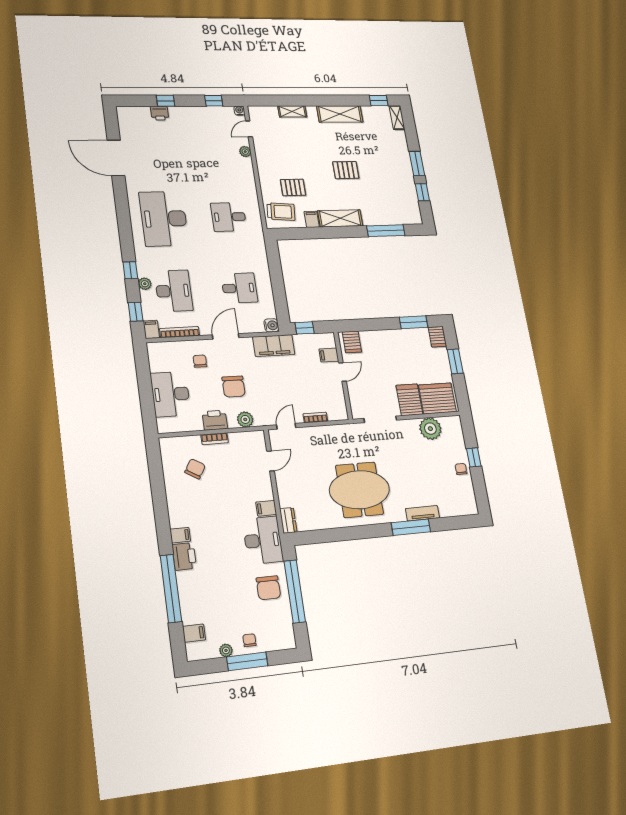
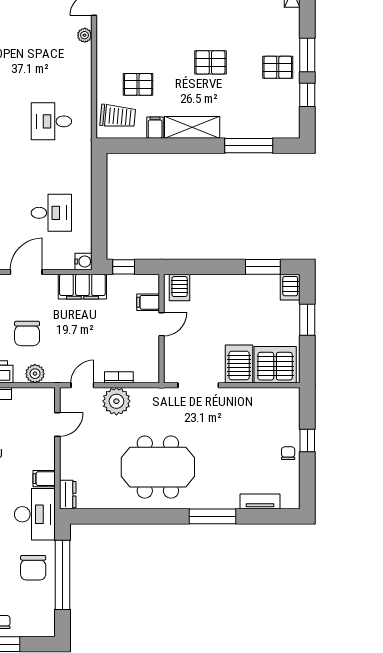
pallet: (397, 173) -> (278, 67), added
plant: (430, 429) -> (116, 401), moved
tv unit: (422, 513) -> (260, 501), moved

